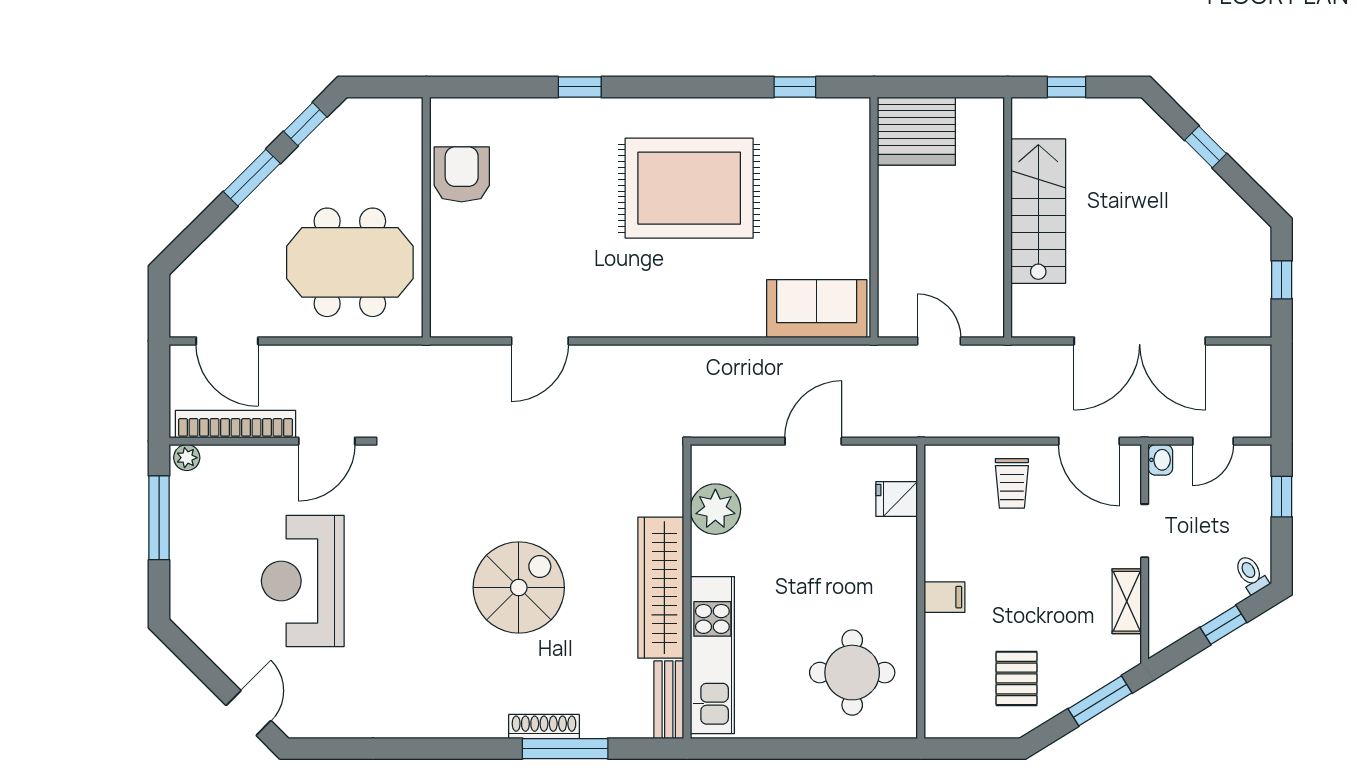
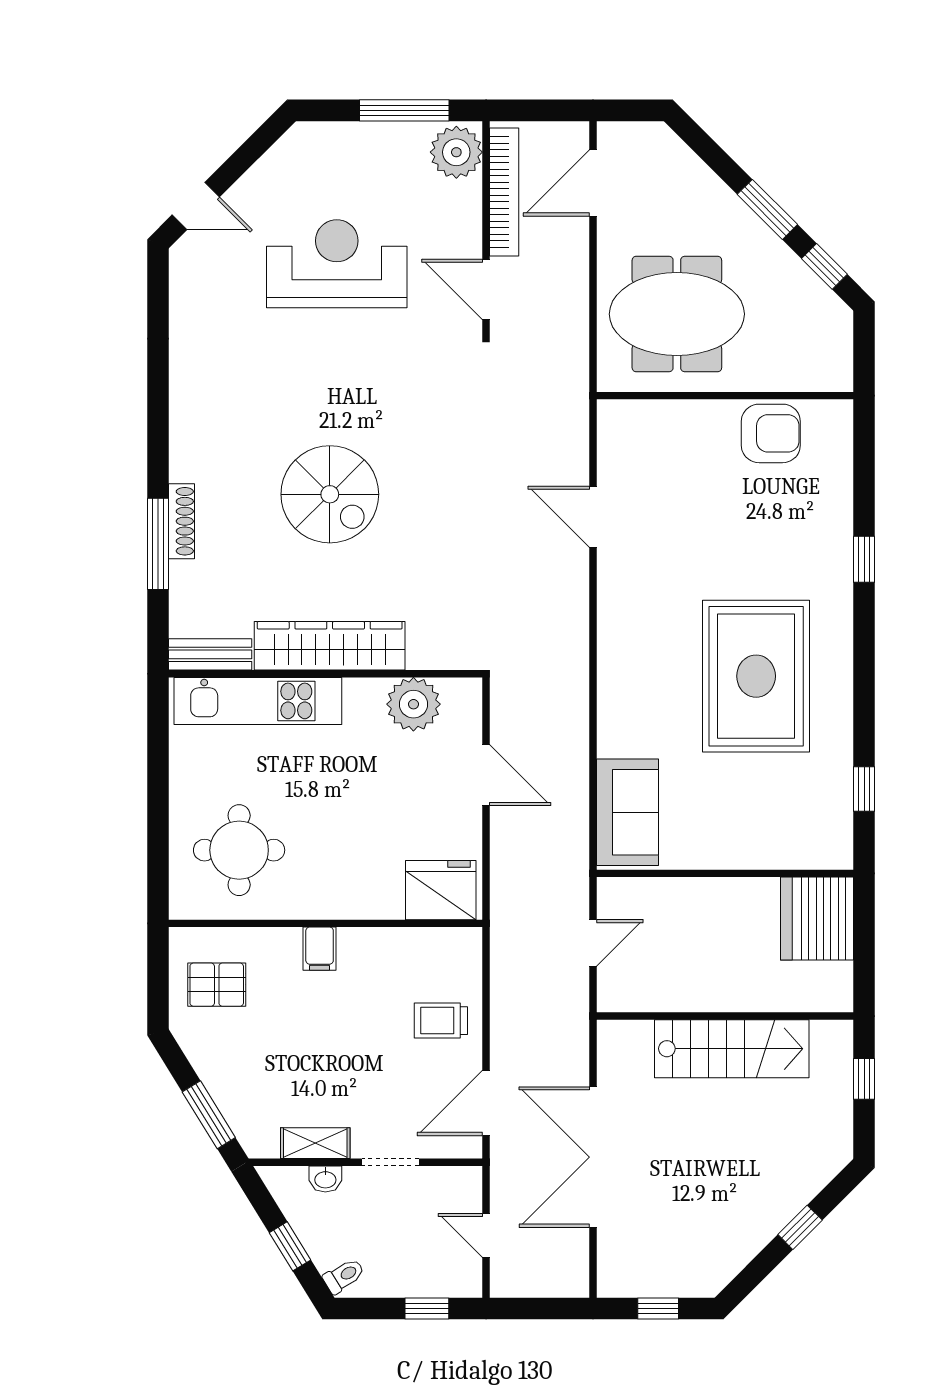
meeting table: (350, 262) -> (677, 314), turned 90
door: (813, 441) -> (486, 775), moved
plant: (187, 458) -> (456, 152), width x1.87, depth x1.87
washbasin: (1160, 460) -> (325, 1179), moved
fridge: (897, 499) -> (441, 890), width x1.88, depth x1.34
pallet: (1016, 678) -> (217, 985), moved

